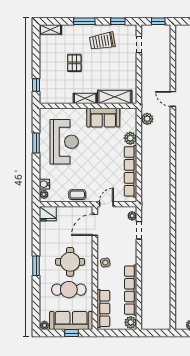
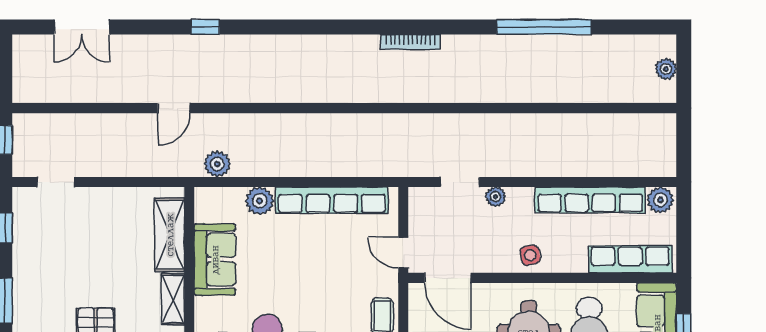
trolley: (102, 41) -> (48, 262), removed
plant: (132, 216) -> (495, 197), moved

